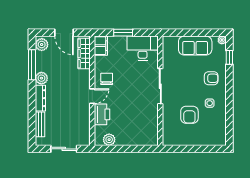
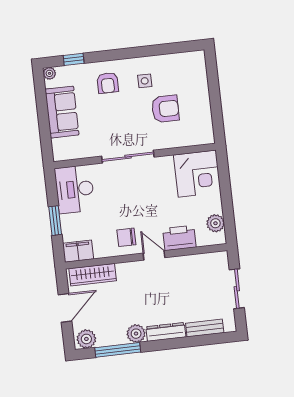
armchair: (211, 78) -> (108, 83), turned 180
corner desk: (144, 131) -> (197, 174), added

